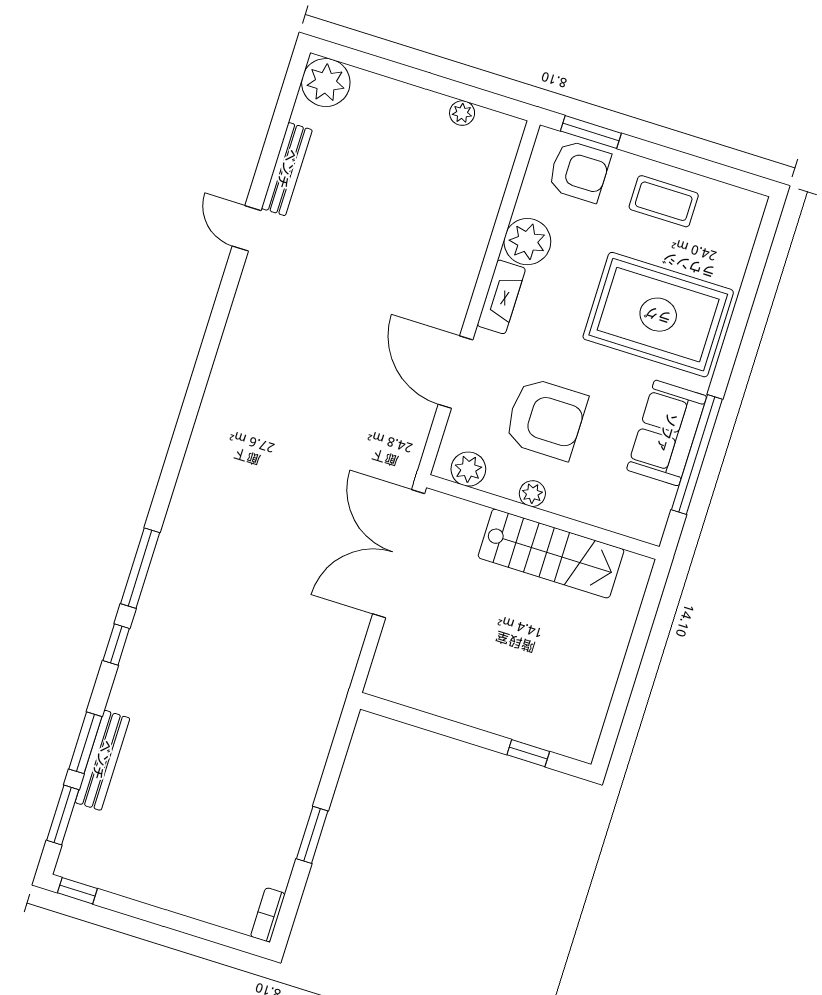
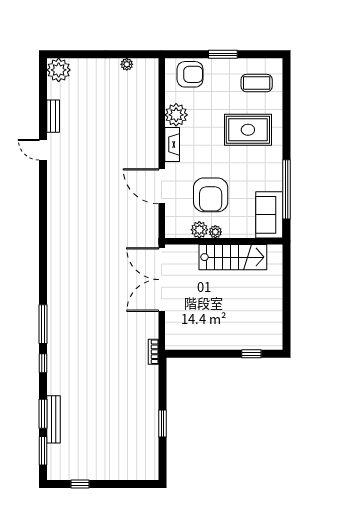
window: (591, 132) -> (223, 54), moved
bench: (287, 169) -> (53, 116), width x0.73
coffee table: (664, 201) -> (257, 83), moved
rug: (658, 315) -> (248, 130), width x0.73, depth x0.69
armchair: (546, 419) -> (211, 195), turned 90
sofa: (667, 433) -> (269, 215), moved
plant: (468, 469) -> (199, 230), moved
window: (77, 891) -> (80, 484), moved
bookcase: (268, 915) -> (153, 352), moved

